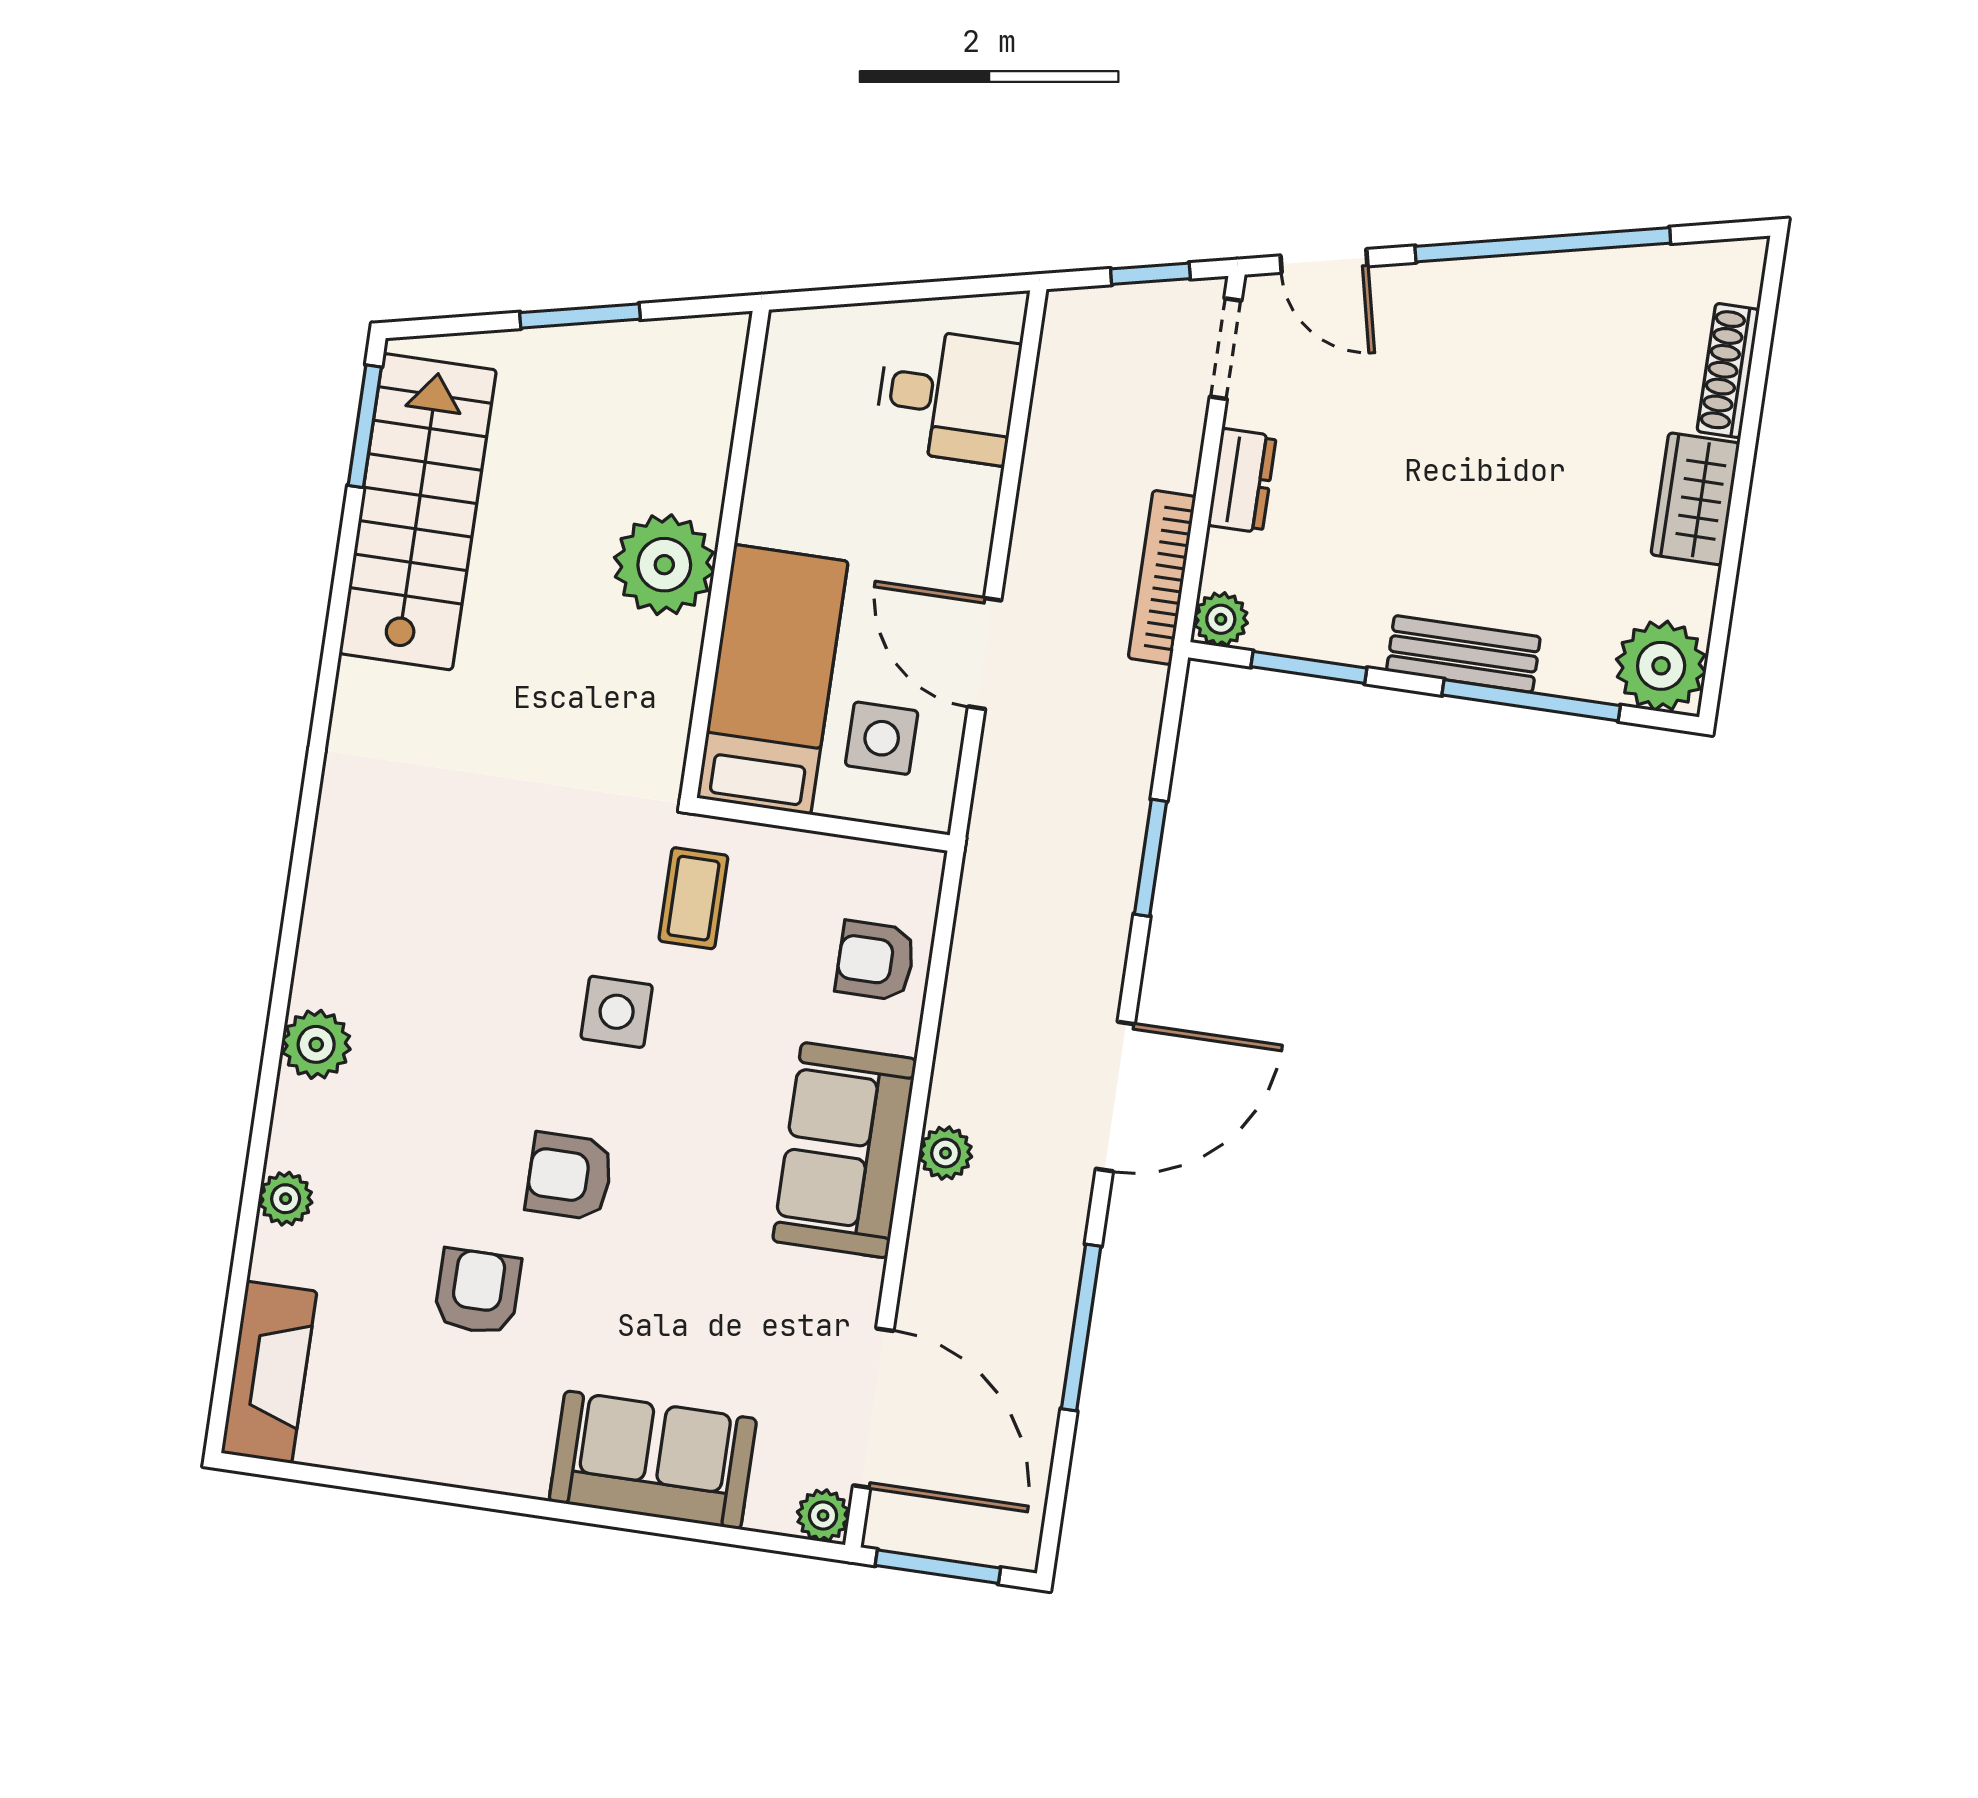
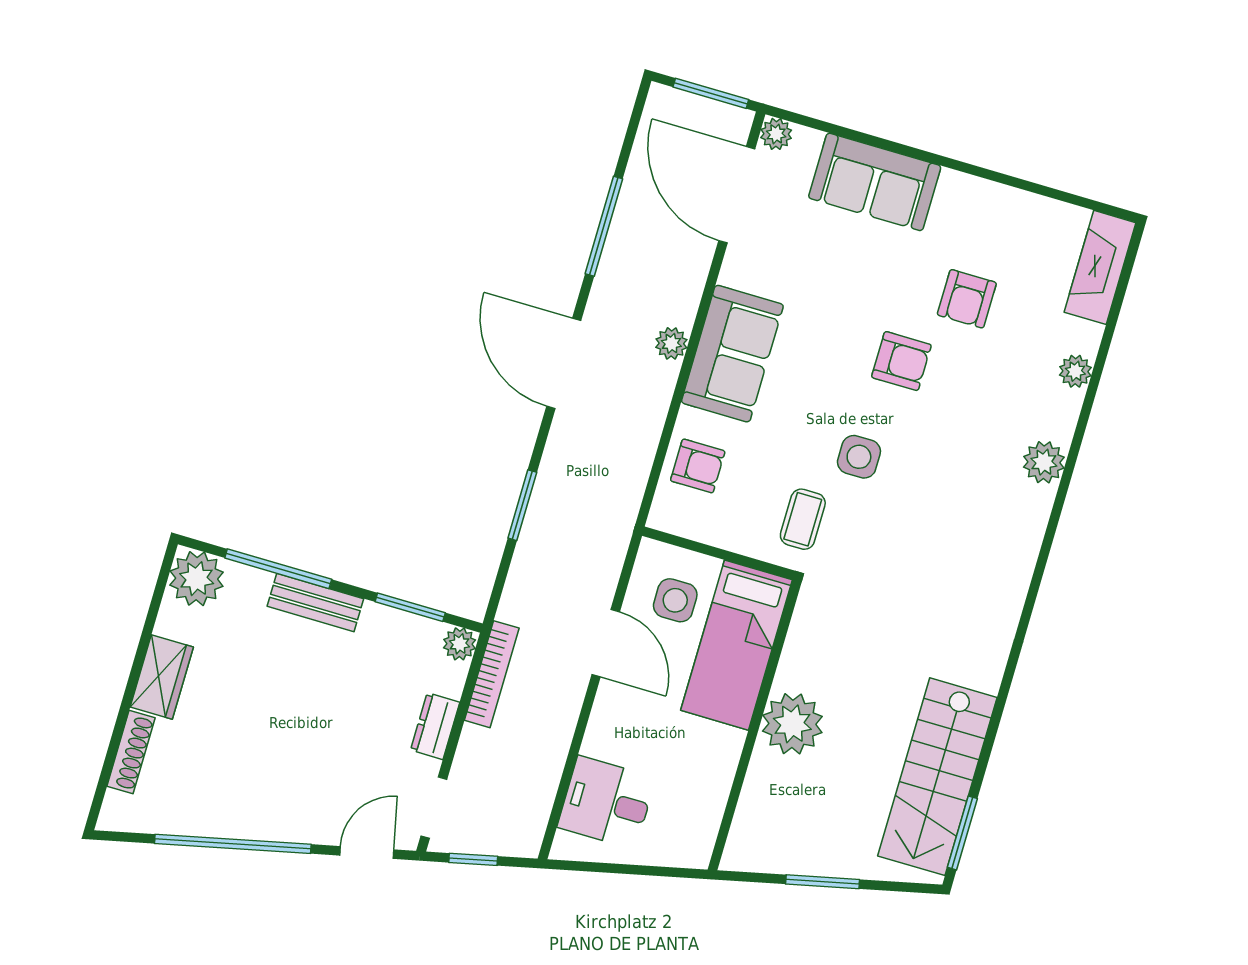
door: (1324, 261) -> (367, 853), hinge flipped
door: (1115, 1096) -> (564, 363), hinge flipped

